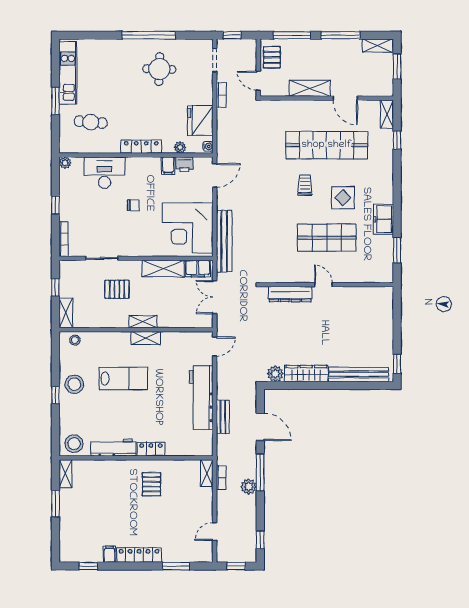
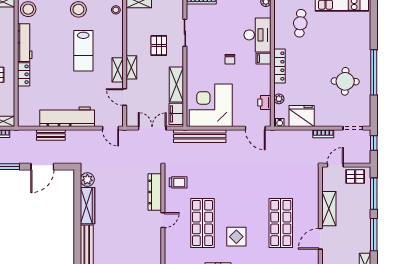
shop shelf: (327, 145) -> (281, 223), width x0.71
filing cabinet: (168, 166) -> (264, 59), moved
trolley: (305, 185) -> (178, 182), moved
door: (178, 330) -> (125, 97), added

